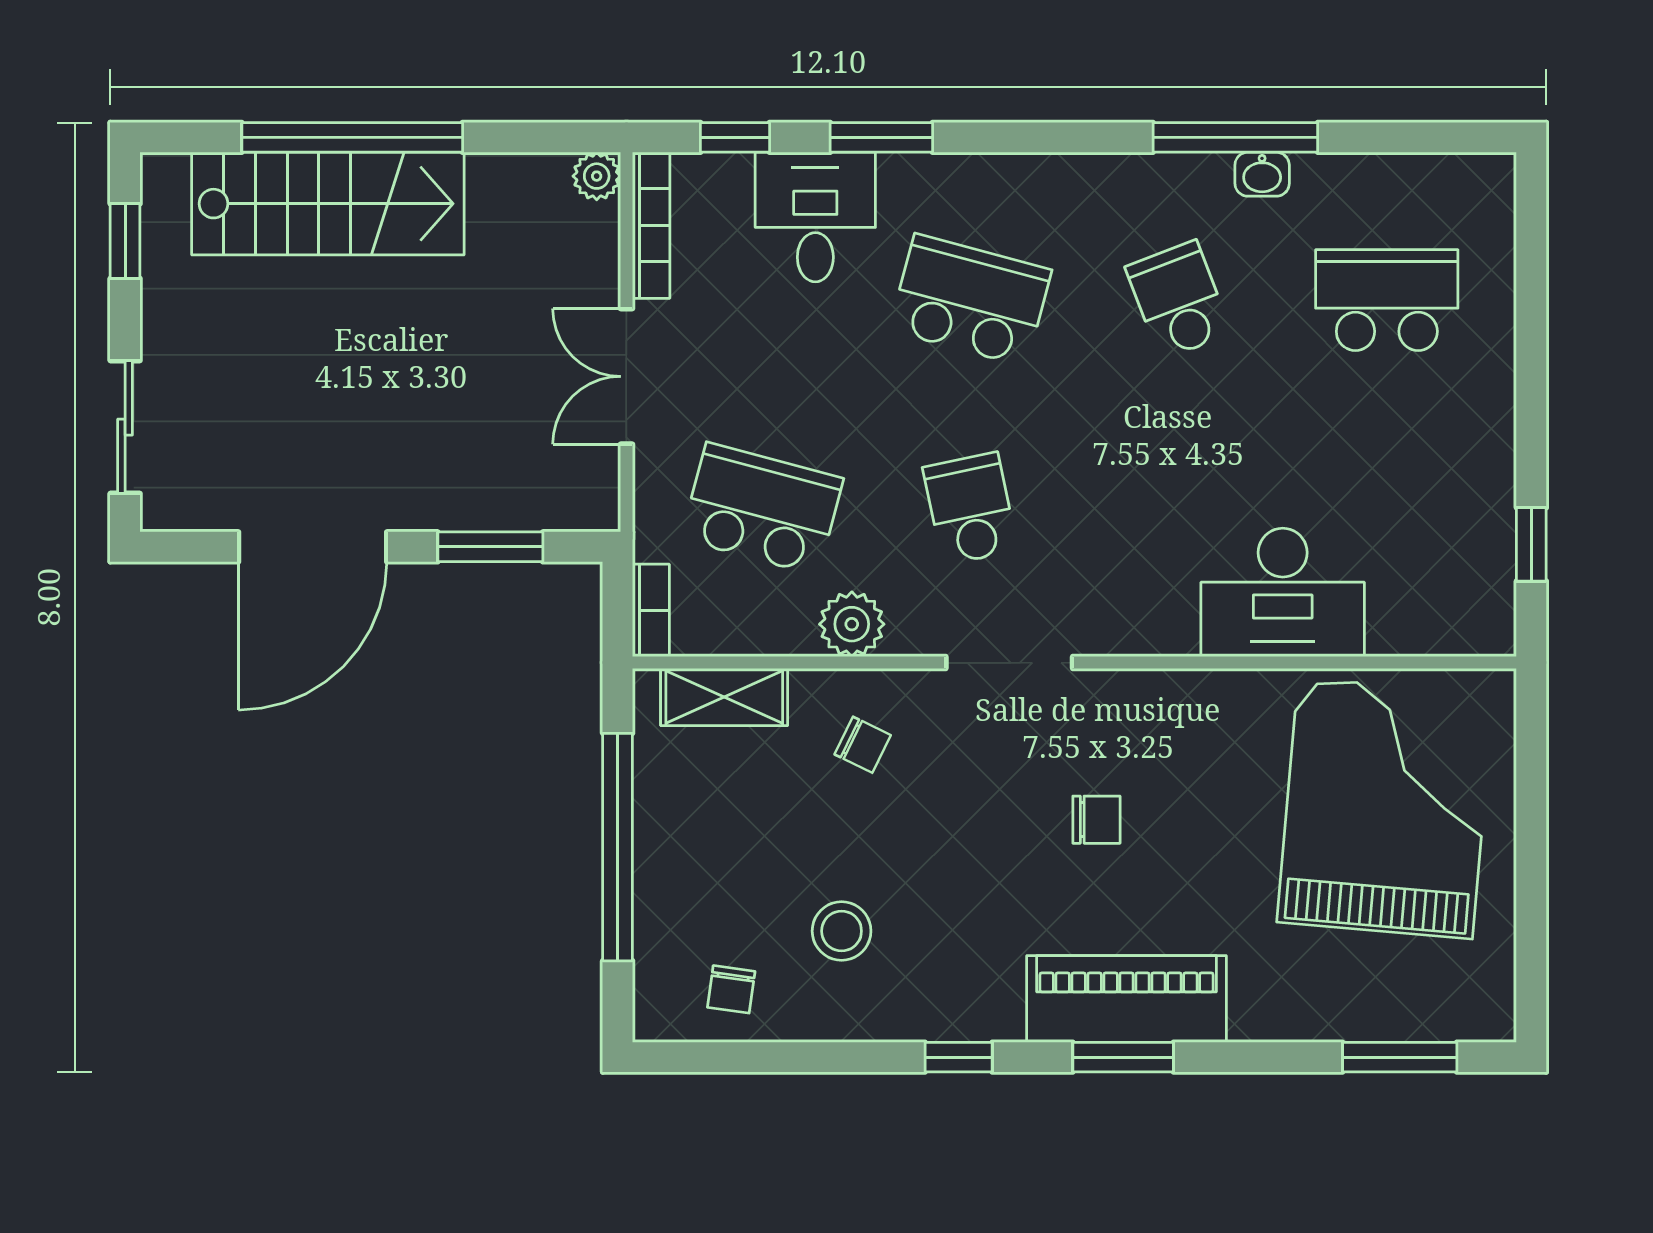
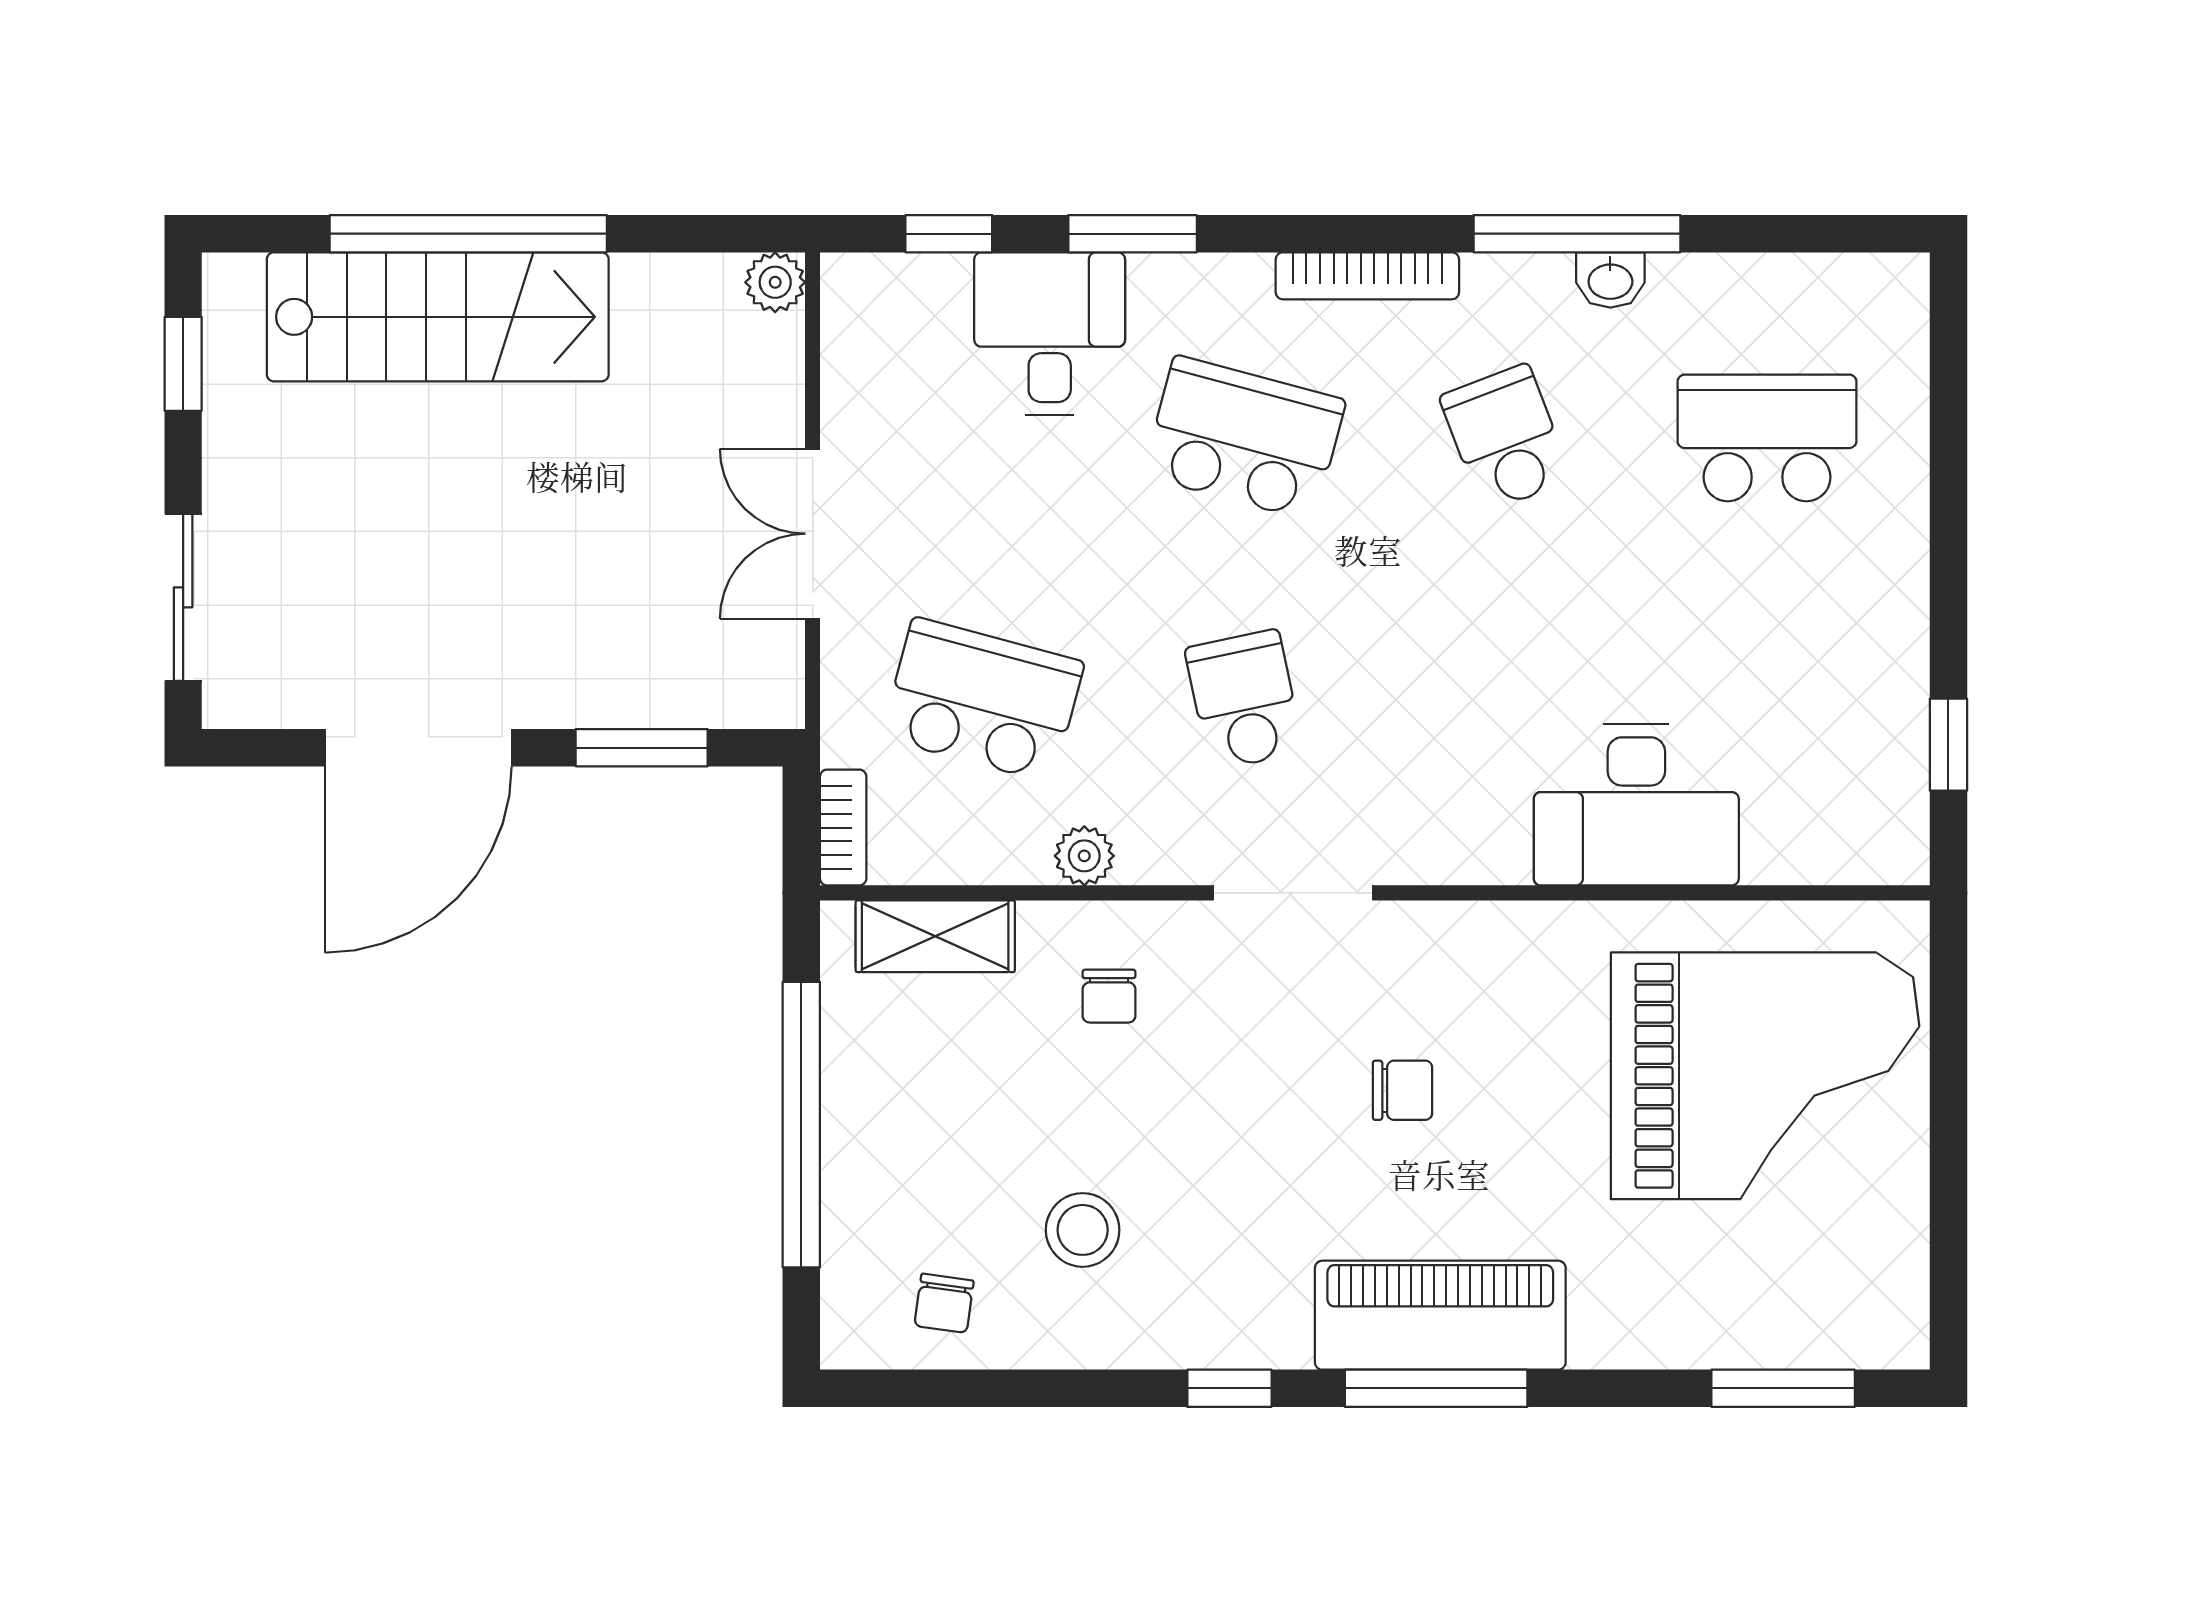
bookcase: (651, 225) -> (1367, 276), moved, turned 90
plant: (852, 624) -> (1084, 856), width x0.73, depth x0.73
chair: (863, 745) -> (1109, 996), turned 64
grand piano: (1385, 808) -> (1765, 1076), turned 85
window: (1123, 1057) -> (1436, 1388), width x1.44

